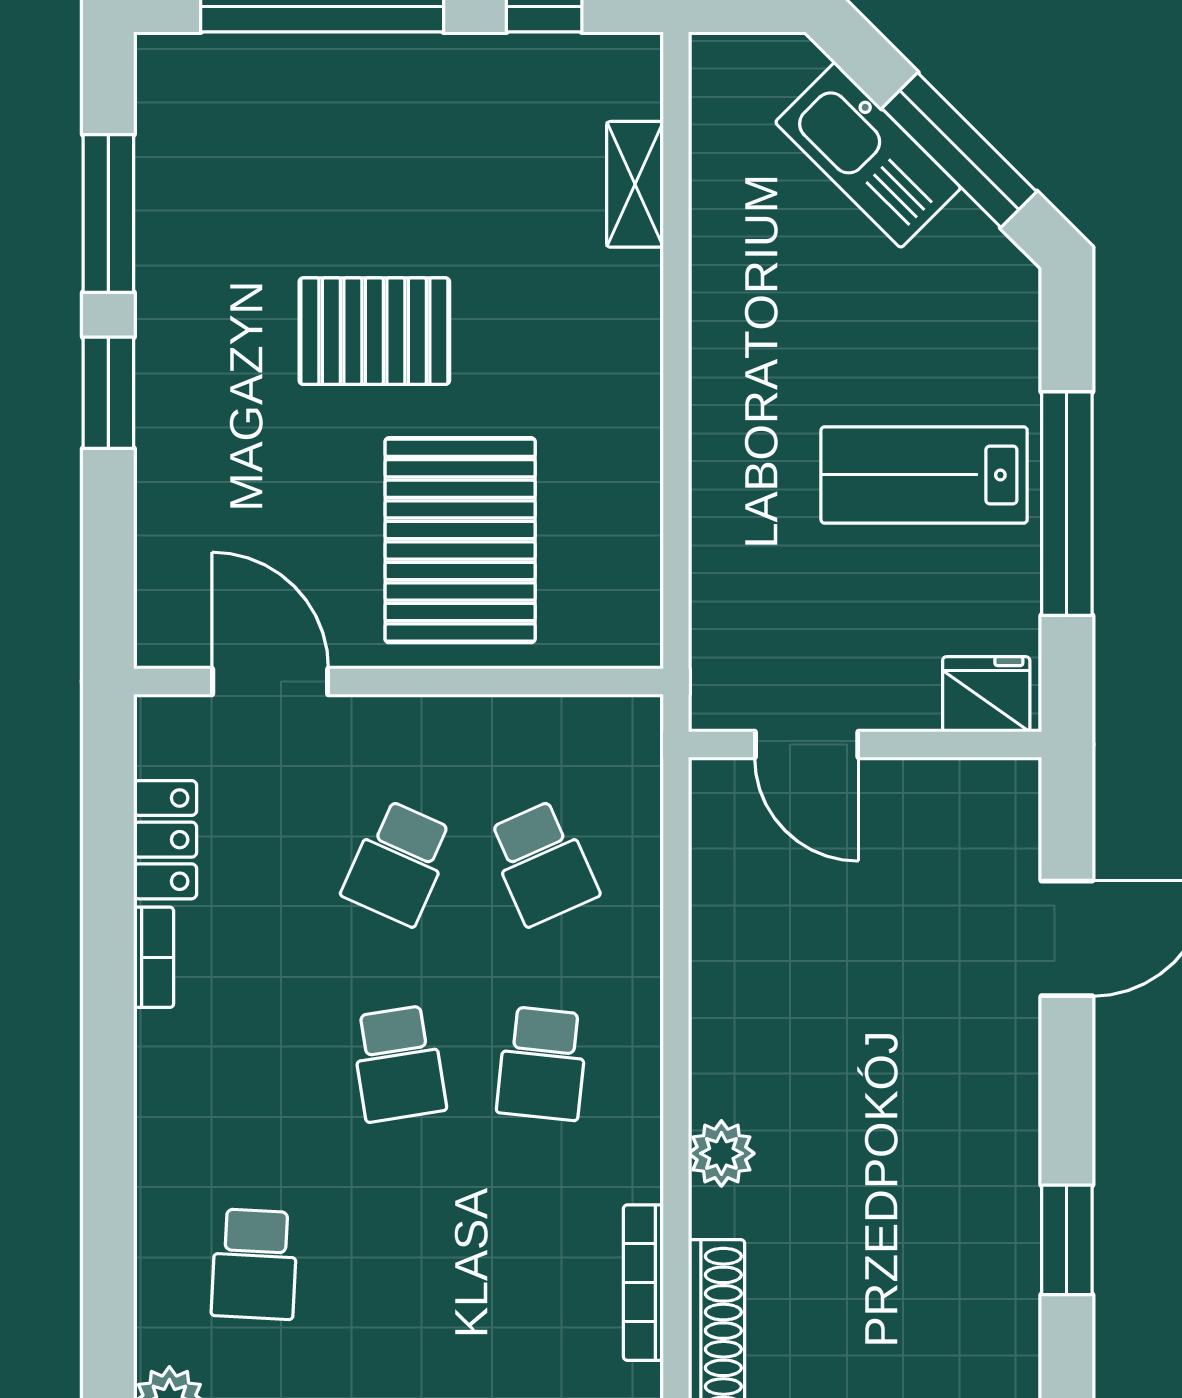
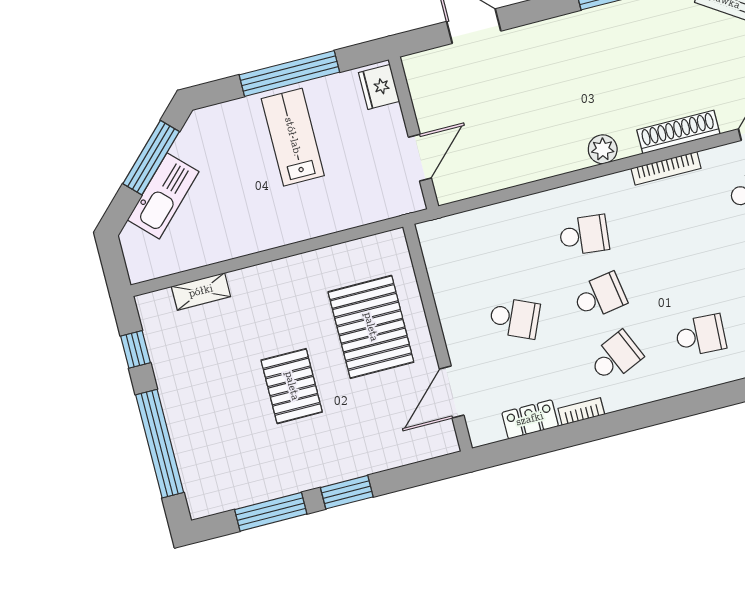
lab bench: (924, 475) -> (293, 137), turned 180
pallet: (460, 540) -> (371, 327), turned 90
school desk: (542, 863) -> (615, 357), moved

